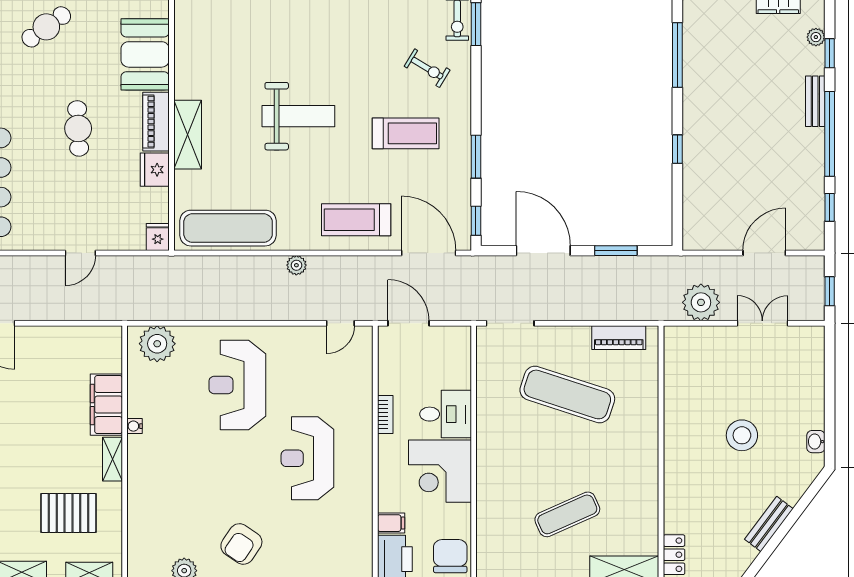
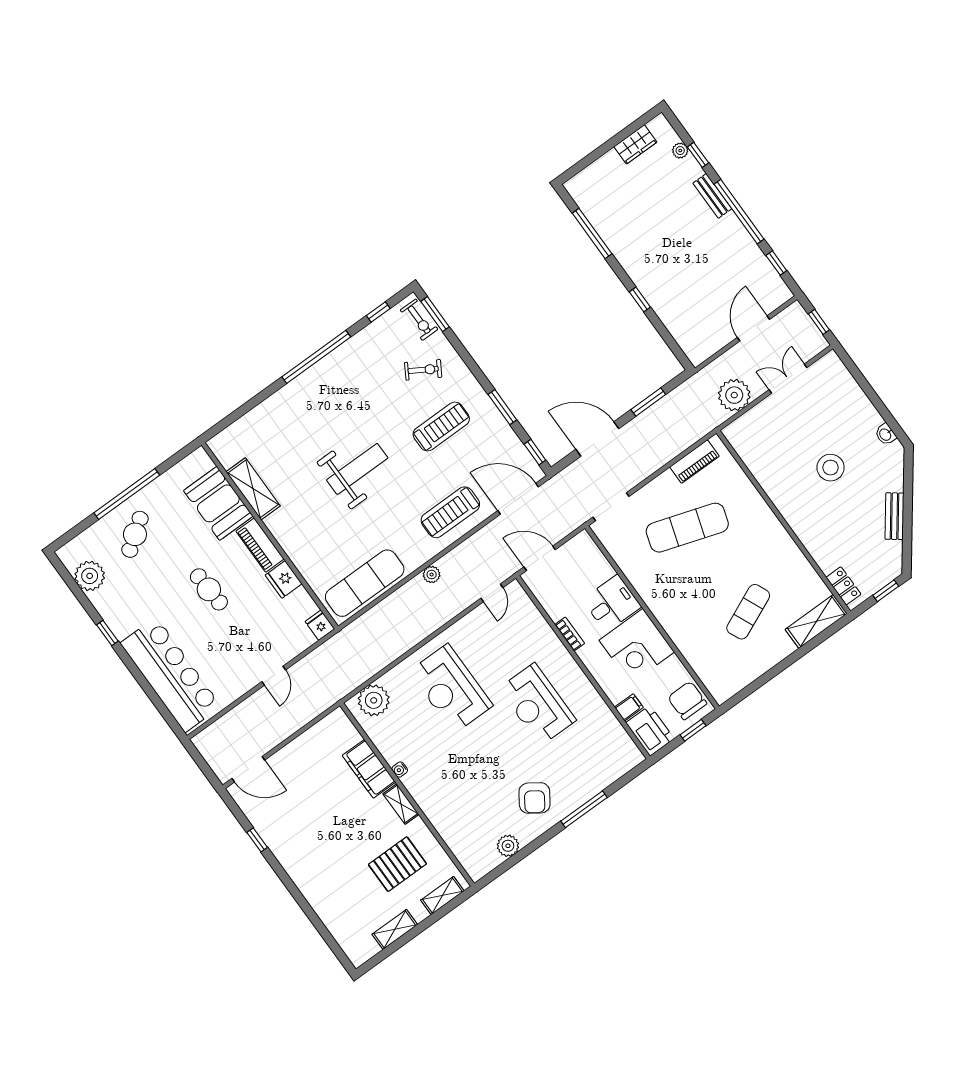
shelving: (188, 135) -> (253, 489), moved

